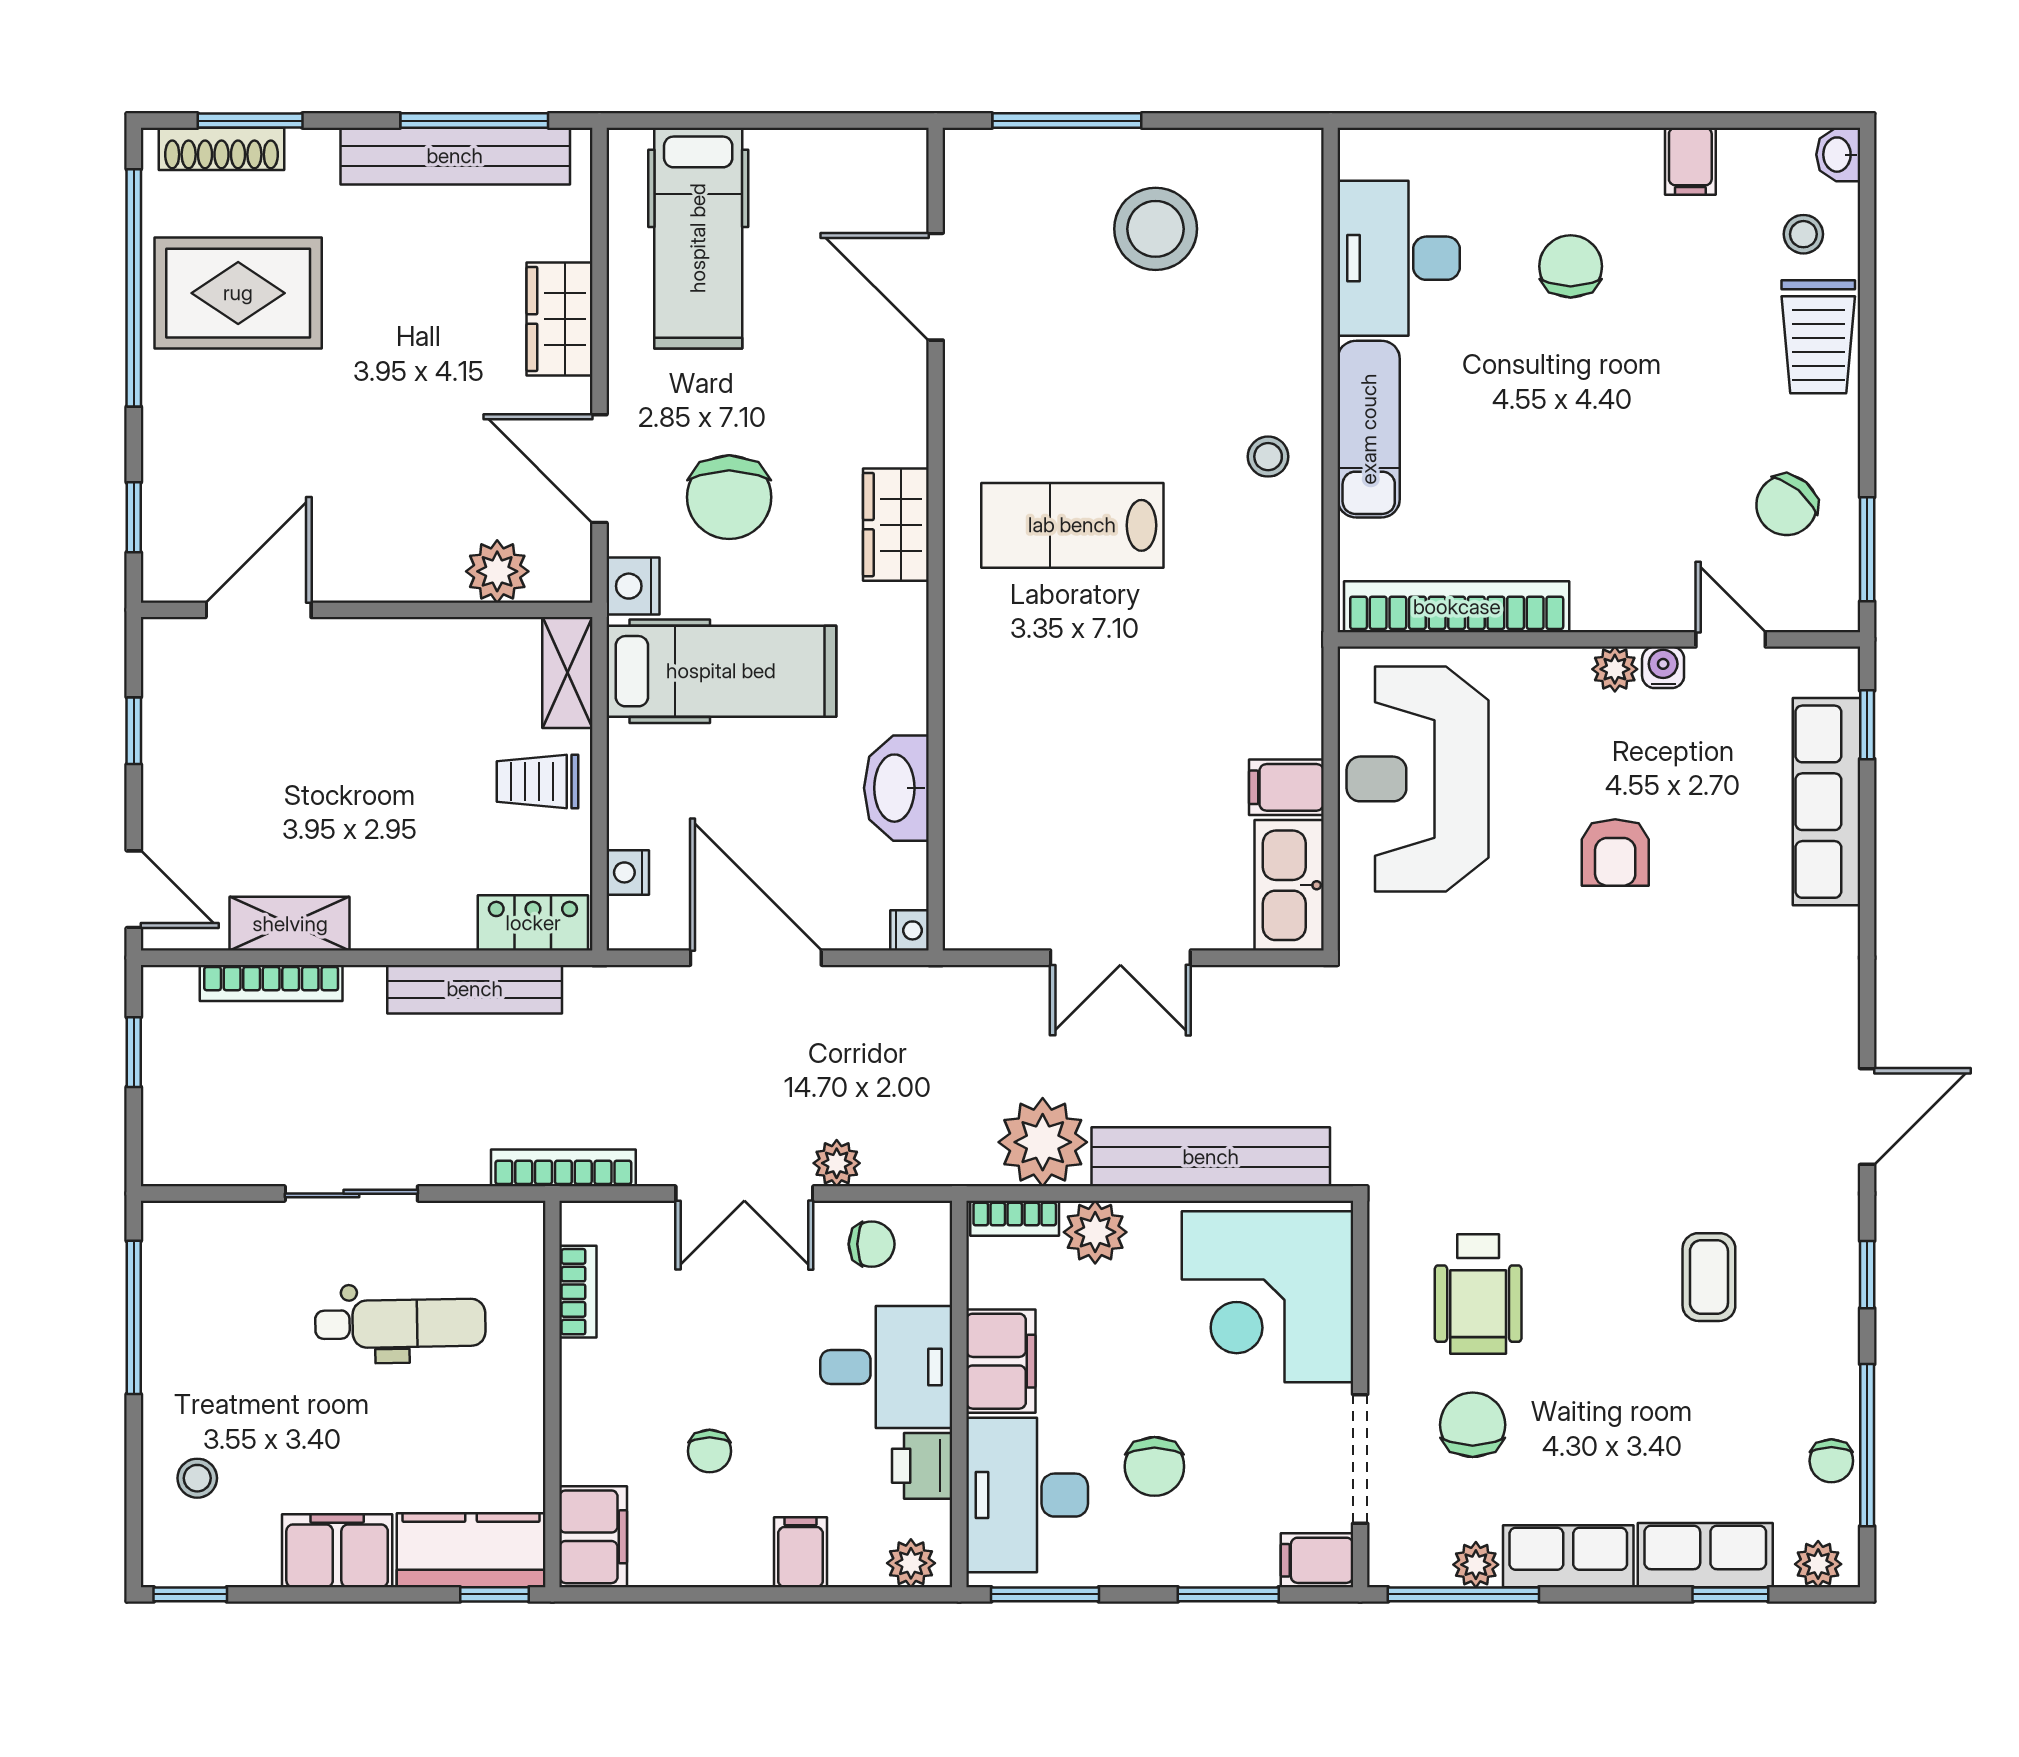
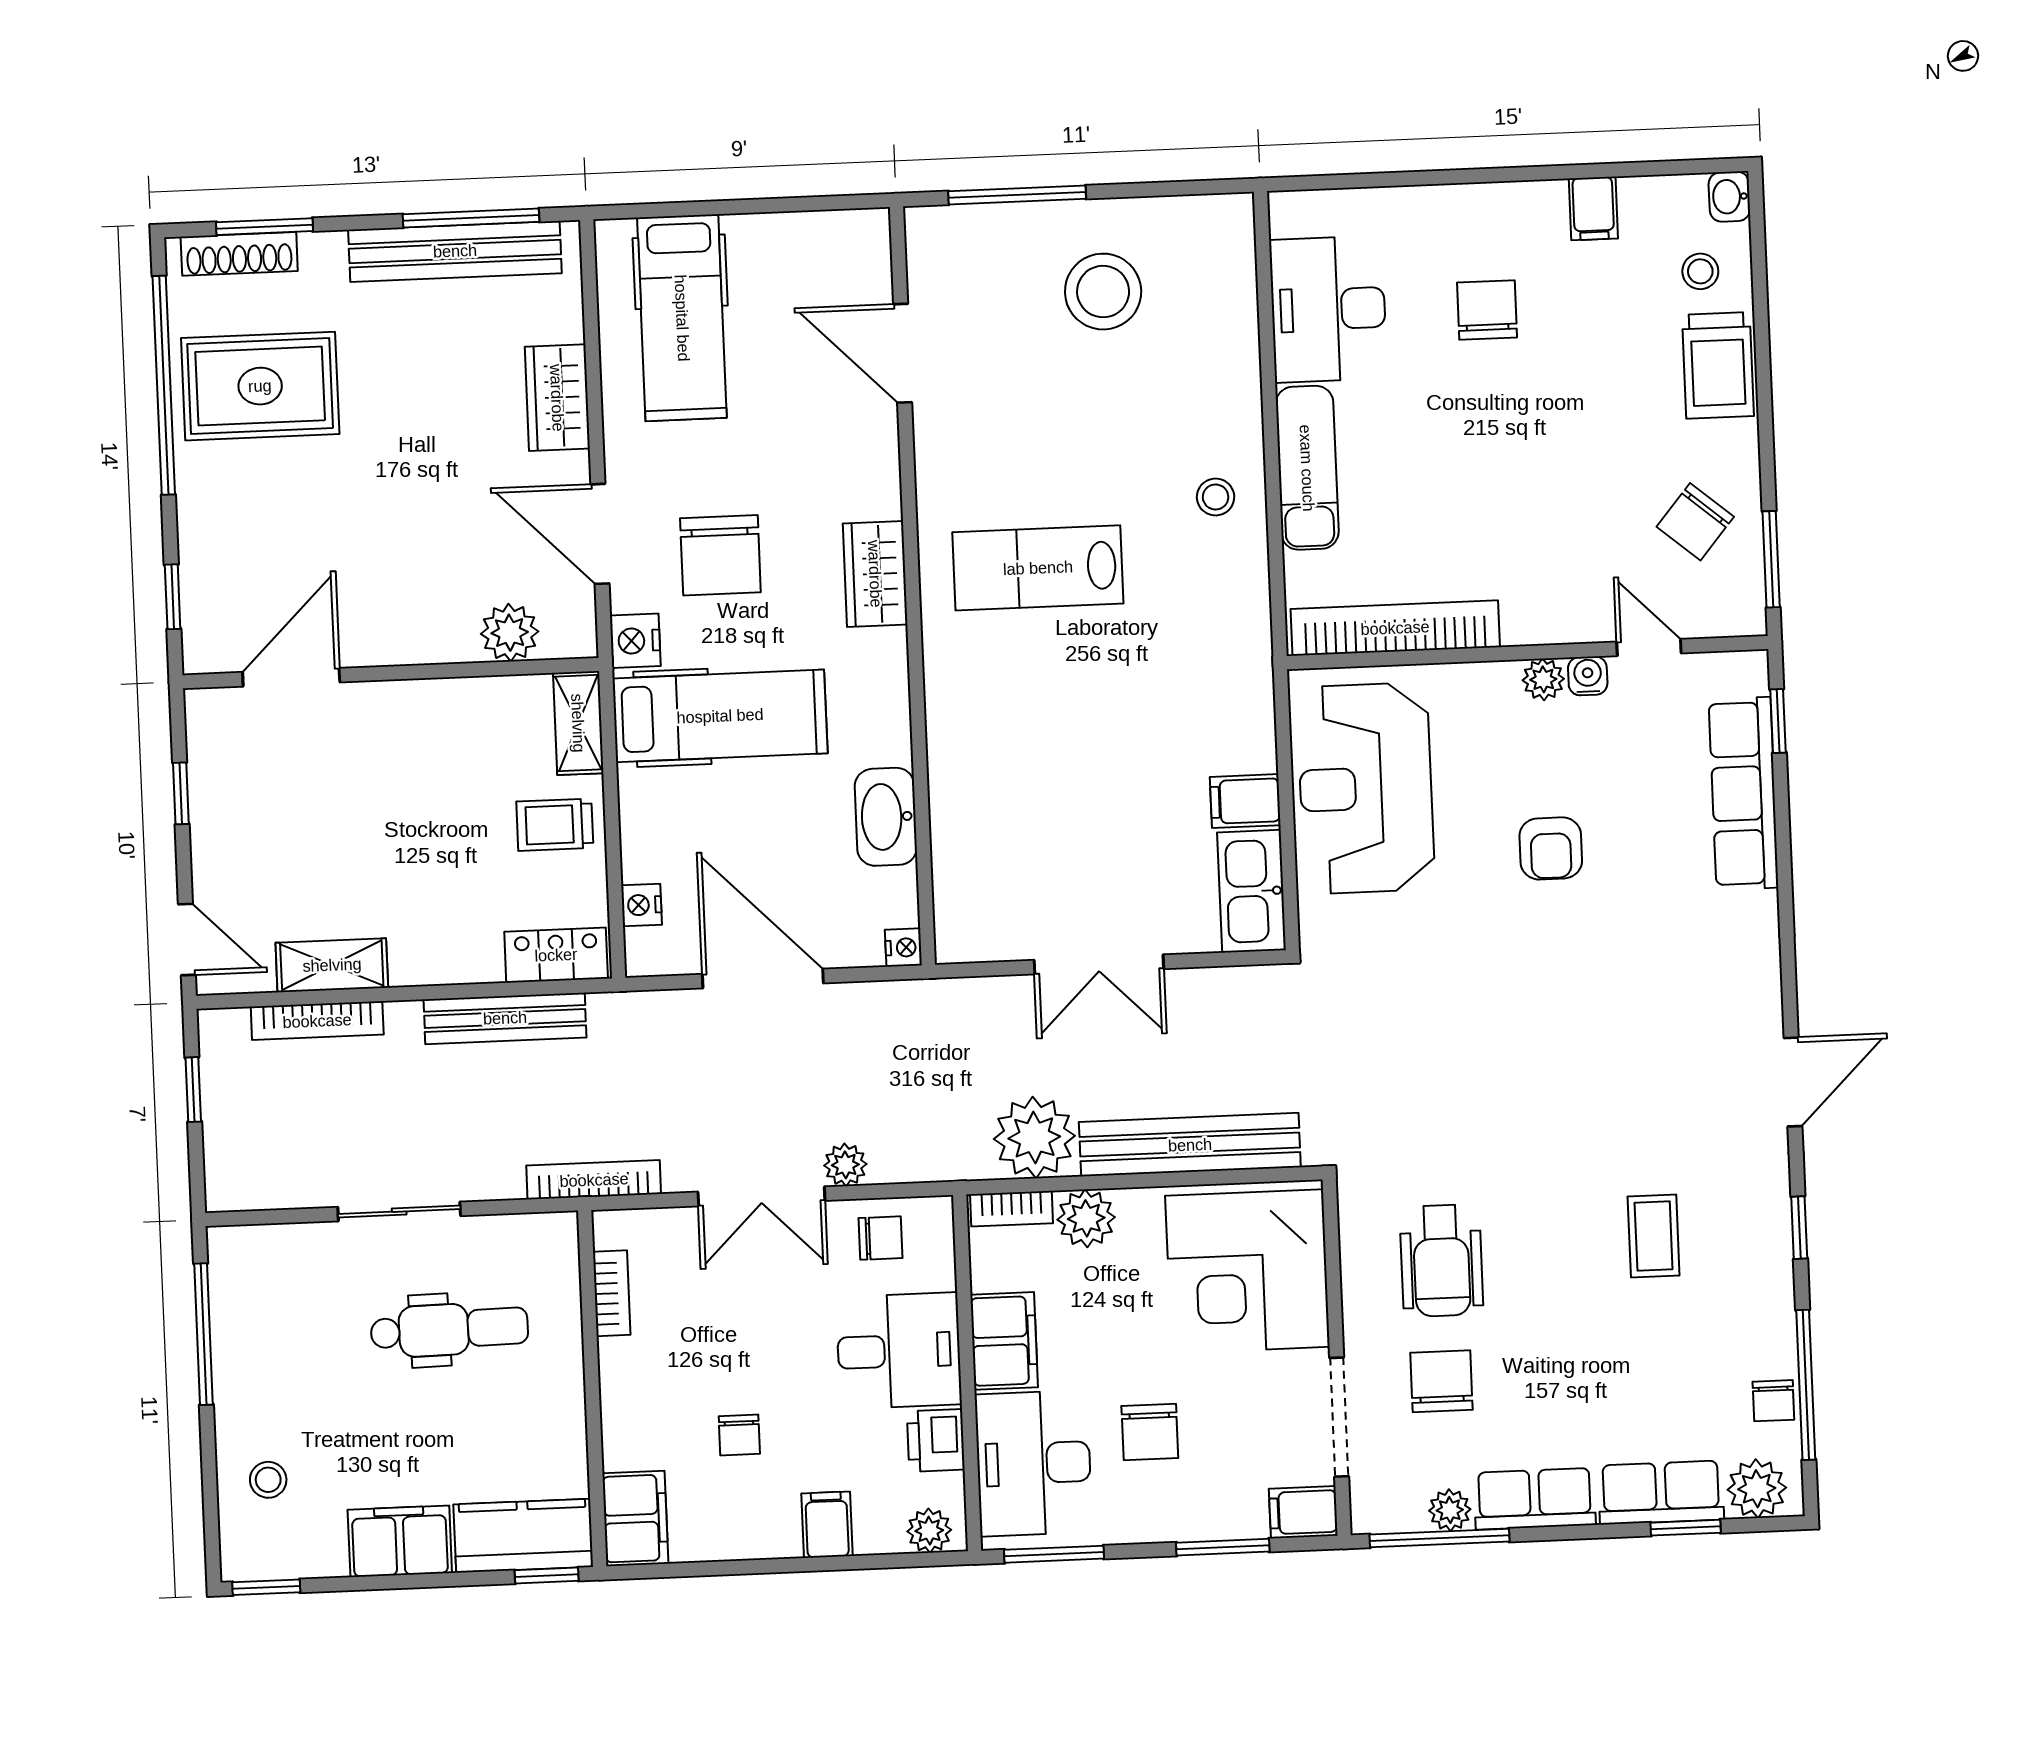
plant: (1818, 1564) -> (1757, 1489), width x1.38, depth x1.38

